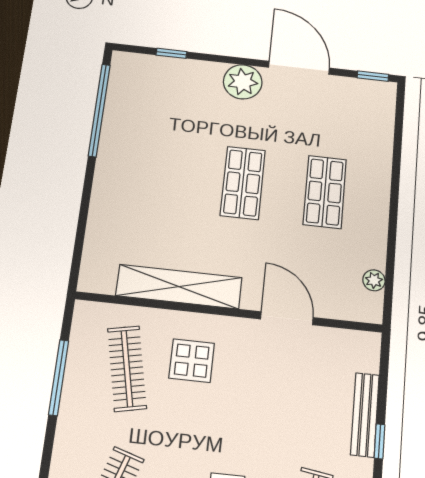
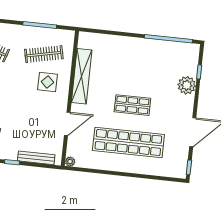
plant: (243, 82) -> (187, 85), moved
shop shelf: (325, 192) -> (128, 142), width x2.00, depth x1.36
plant: (374, 280) -> (70, 162), moved
bench: (365, 415) -> (36, 158), moved

